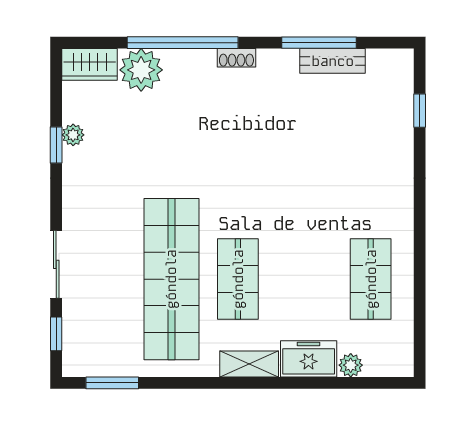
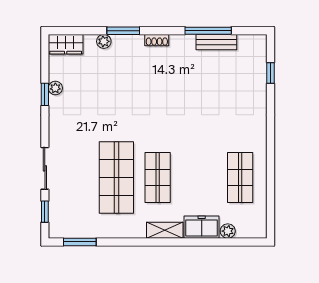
window: (183, 43) -> (123, 31), width x0.47
plant: (141, 70) -> (104, 41), width x0.53, depth x0.53
shop shelf: (171, 279) -> (116, 178), width x0.71

